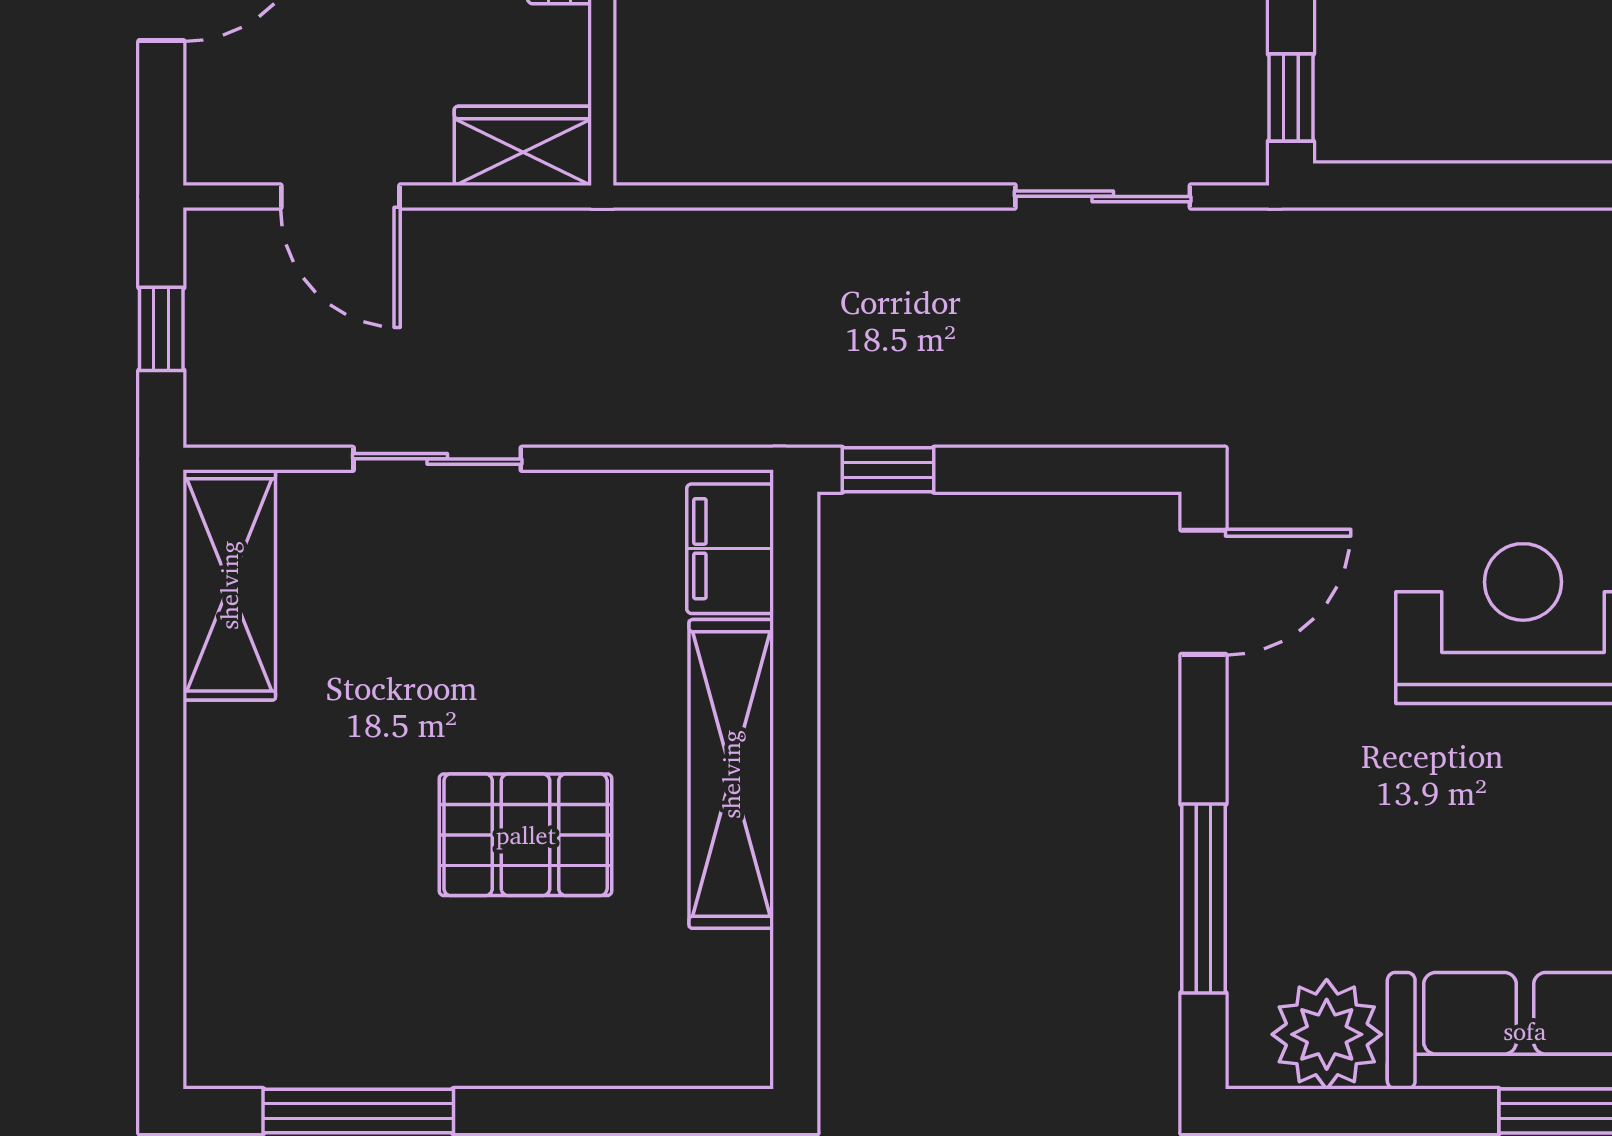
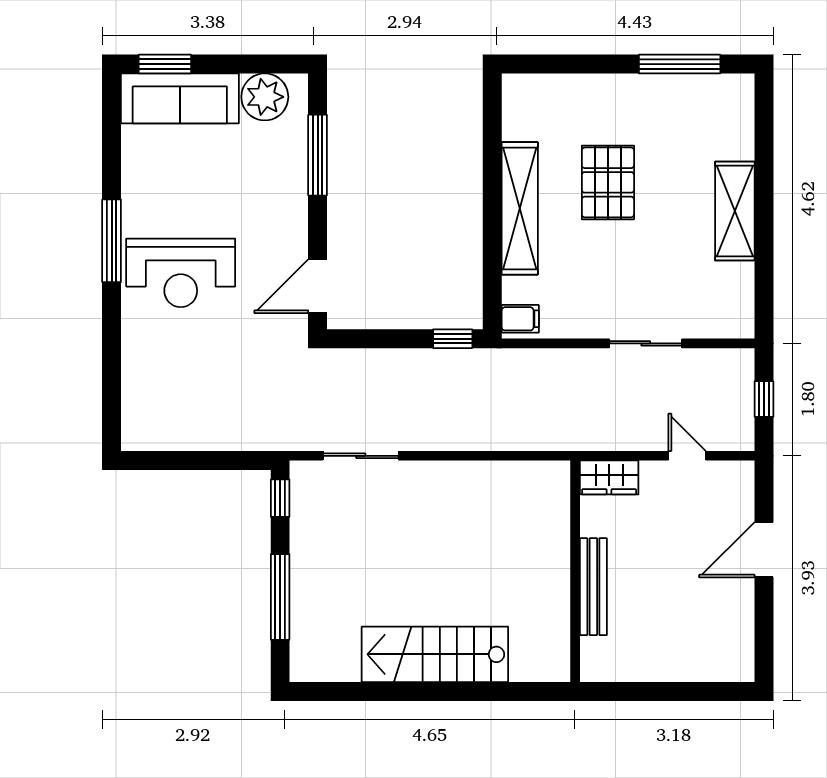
door: (340, 196) -> (687, 456), width x0.73
filing cabinet: (730, 549) -> (520, 319), width x0.50
shelving: (229, 585) -> (735, 211), moved
pallet: (526, 835) -> (608, 182), turned 90

